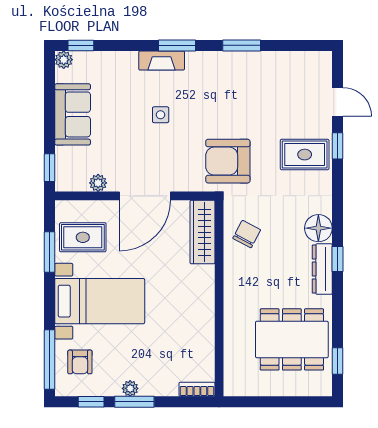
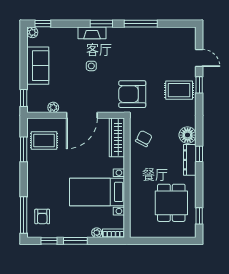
window: (242, 45) -> (141, 24), width x1.44
bed with nightstands: (100, 301) -> (97, 192), moved, turned 180
dining table: (292, 339) -> (171, 203), width x0.73
plant: (130, 388) -> (97, 233), moved

